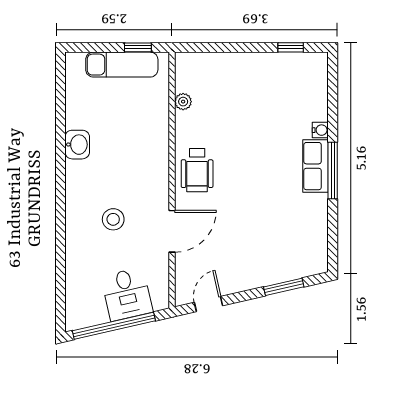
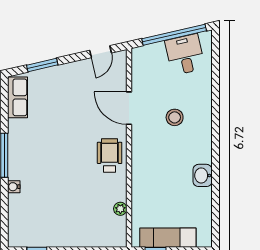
row of seats: (316, 166) -> (18, 97), moved
door: (172, 231) -> (129, 108), hinge flipped
desk: (127, 294) -> (185, 55), moved

